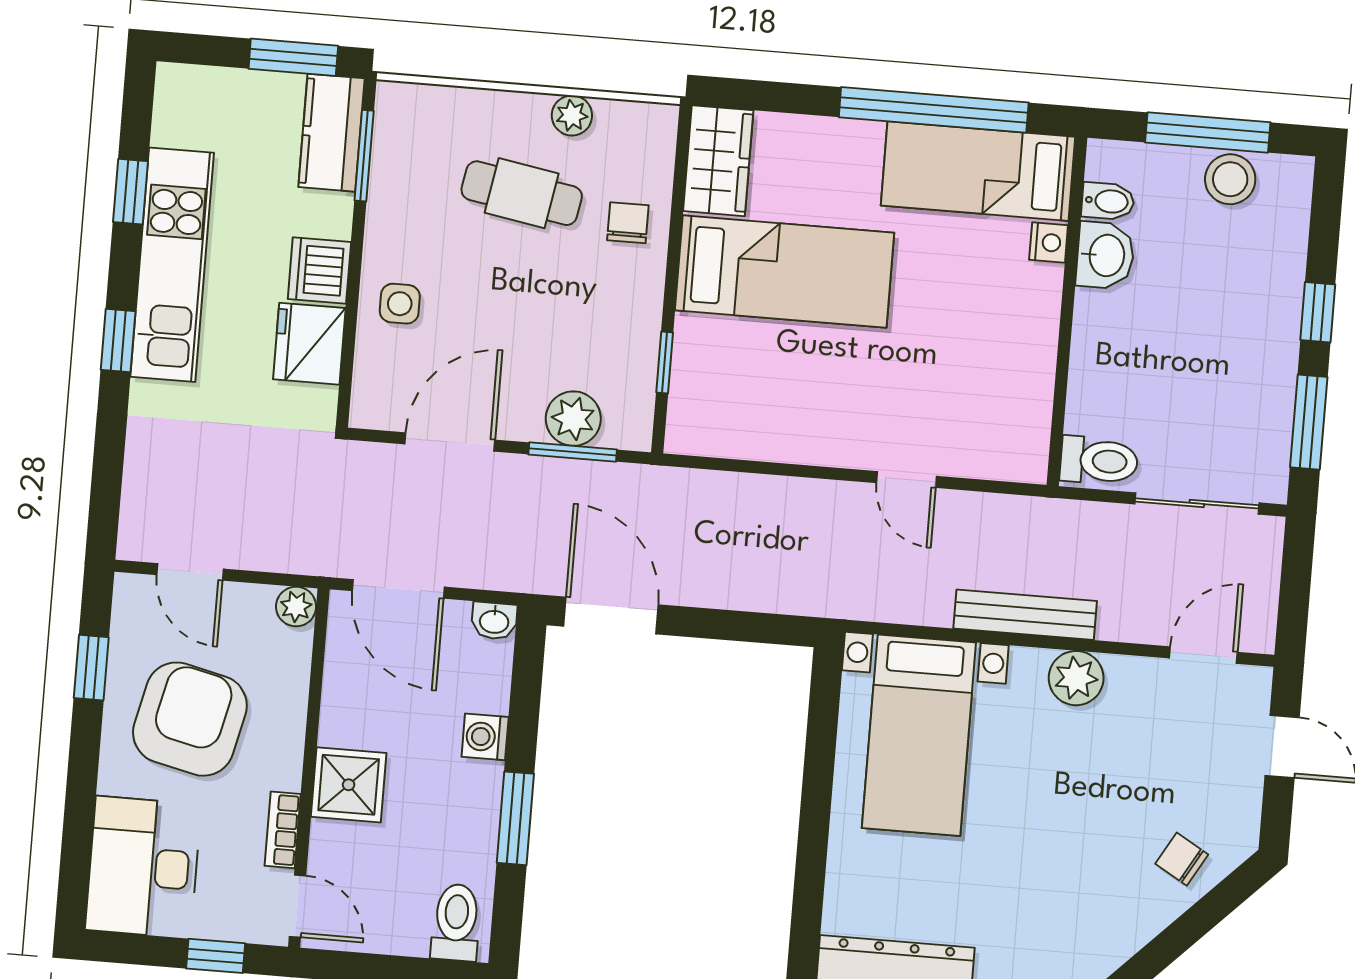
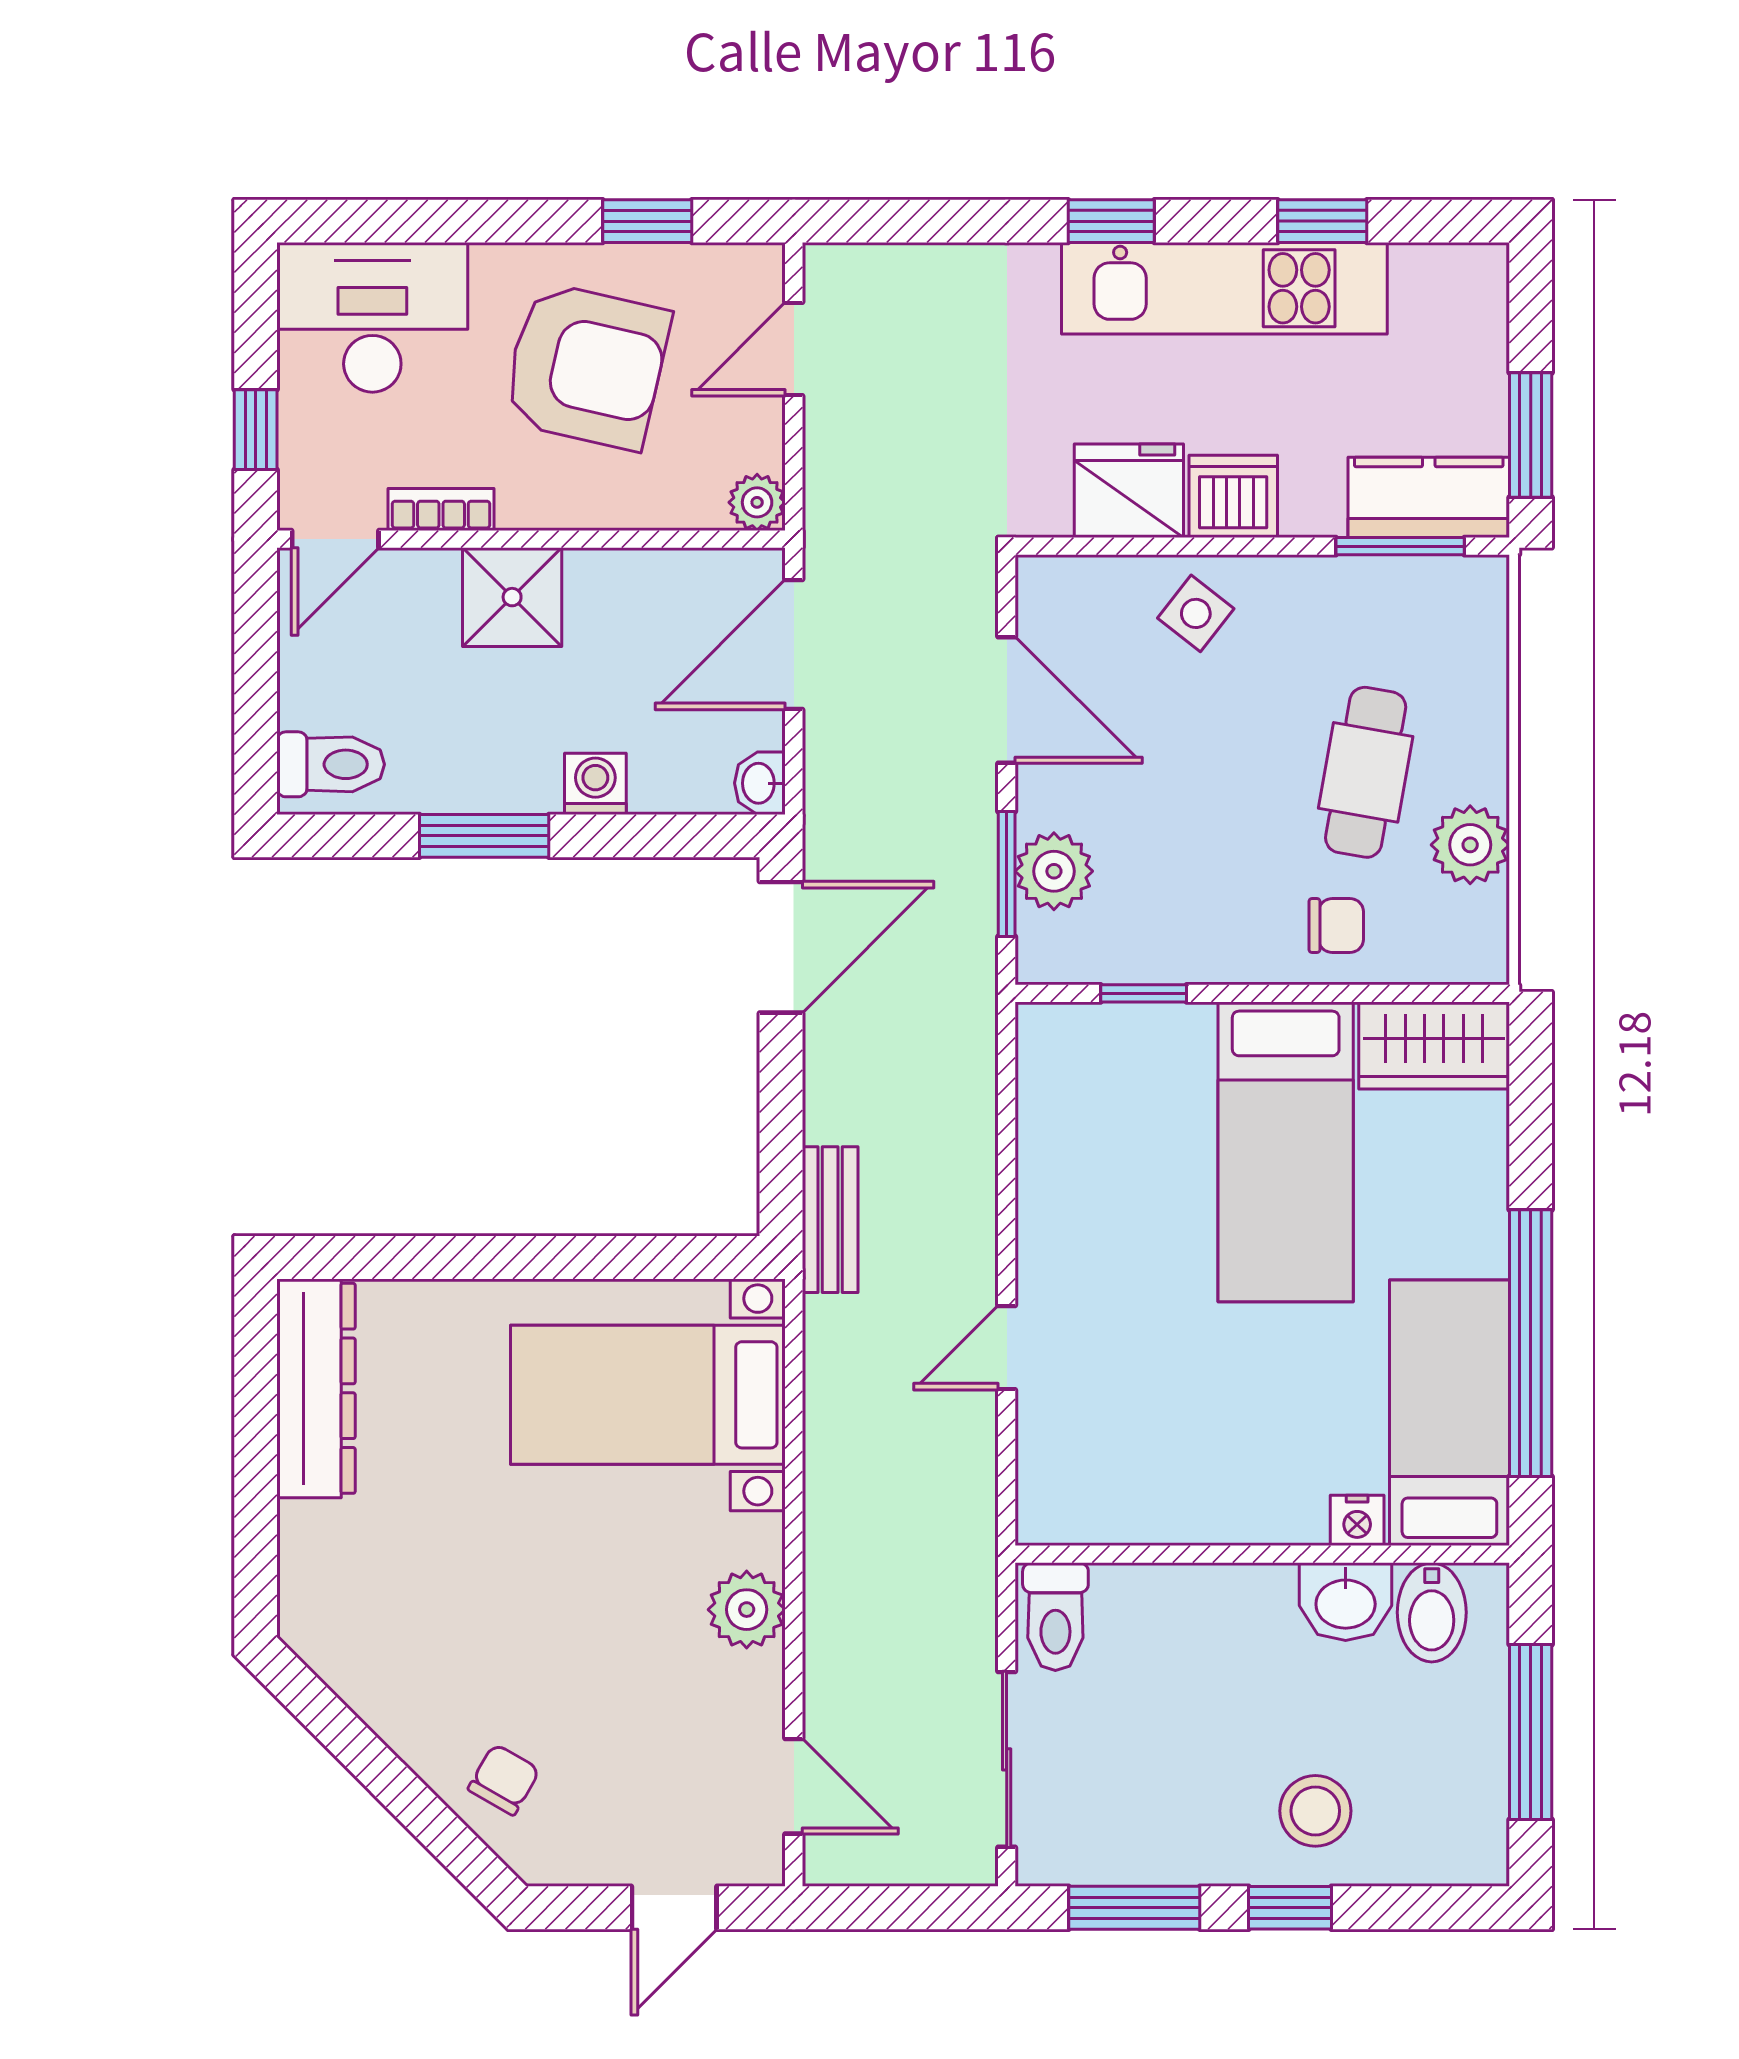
plant: (572, 115) -> (1470, 845), width x1.38, depth x1.38
stool: (1230, 179) -> (1315, 1811), moved
bidet: (1108, 201) -> (1432, 1612), width x1.38, depth x1.36
side table: (400, 304) -> (1196, 613), turned 38
bench: (1025, 615) -> (830, 1220), moved, width x0.73

